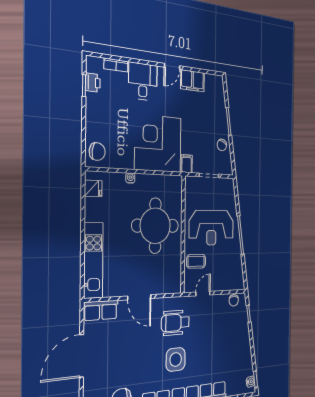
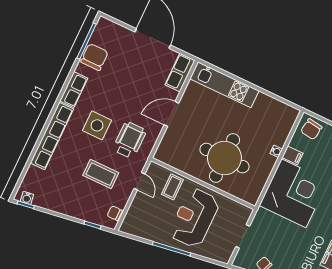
filing cabinet: (187, 164) -> (292, 155), moved
fridge: (93, 189) -> (283, 112), removed
coffee table: (211, 331) -> (101, 174), added

